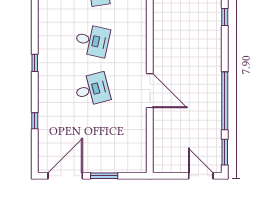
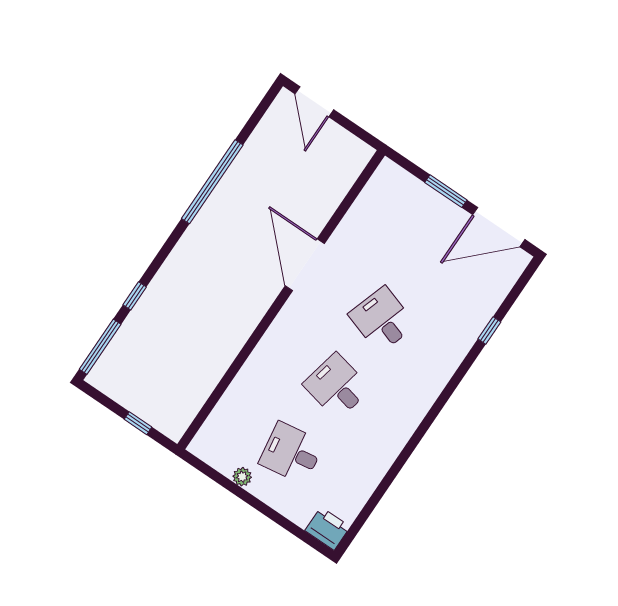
window: (35, 63) -> (436, 409), removed
desk: (92, 89) -> (382, 320), turned 33
window: (225, 152) -> (260, 112), removed

